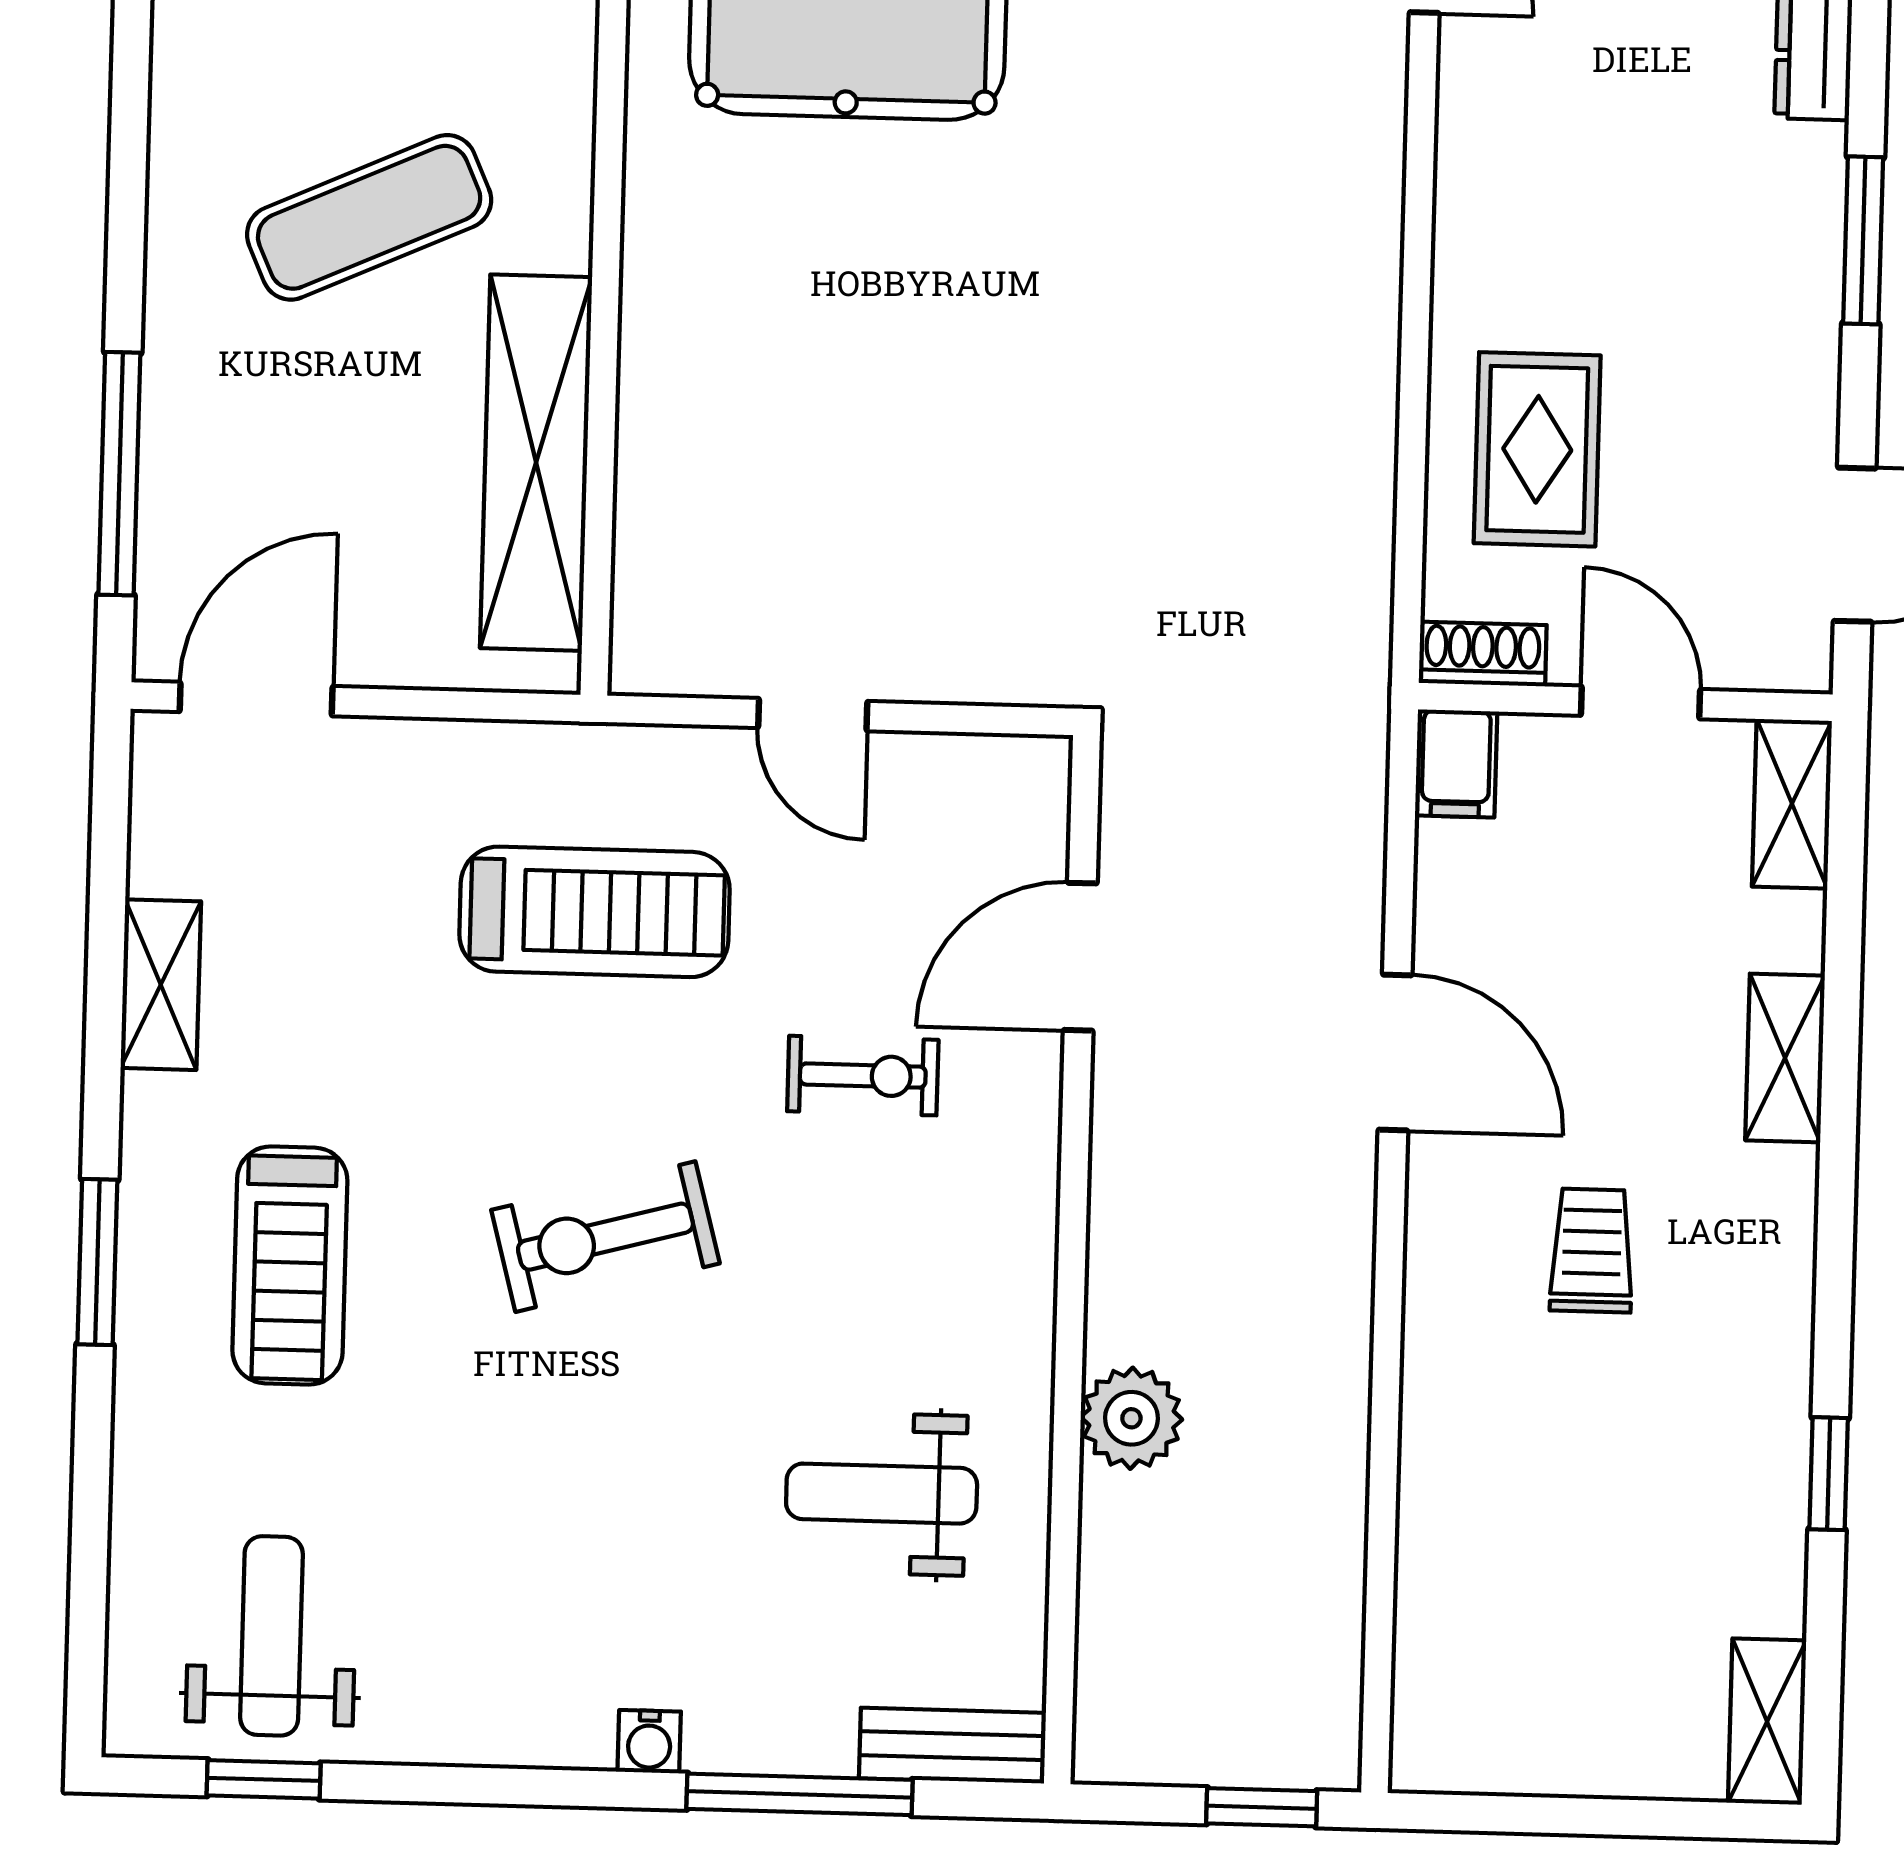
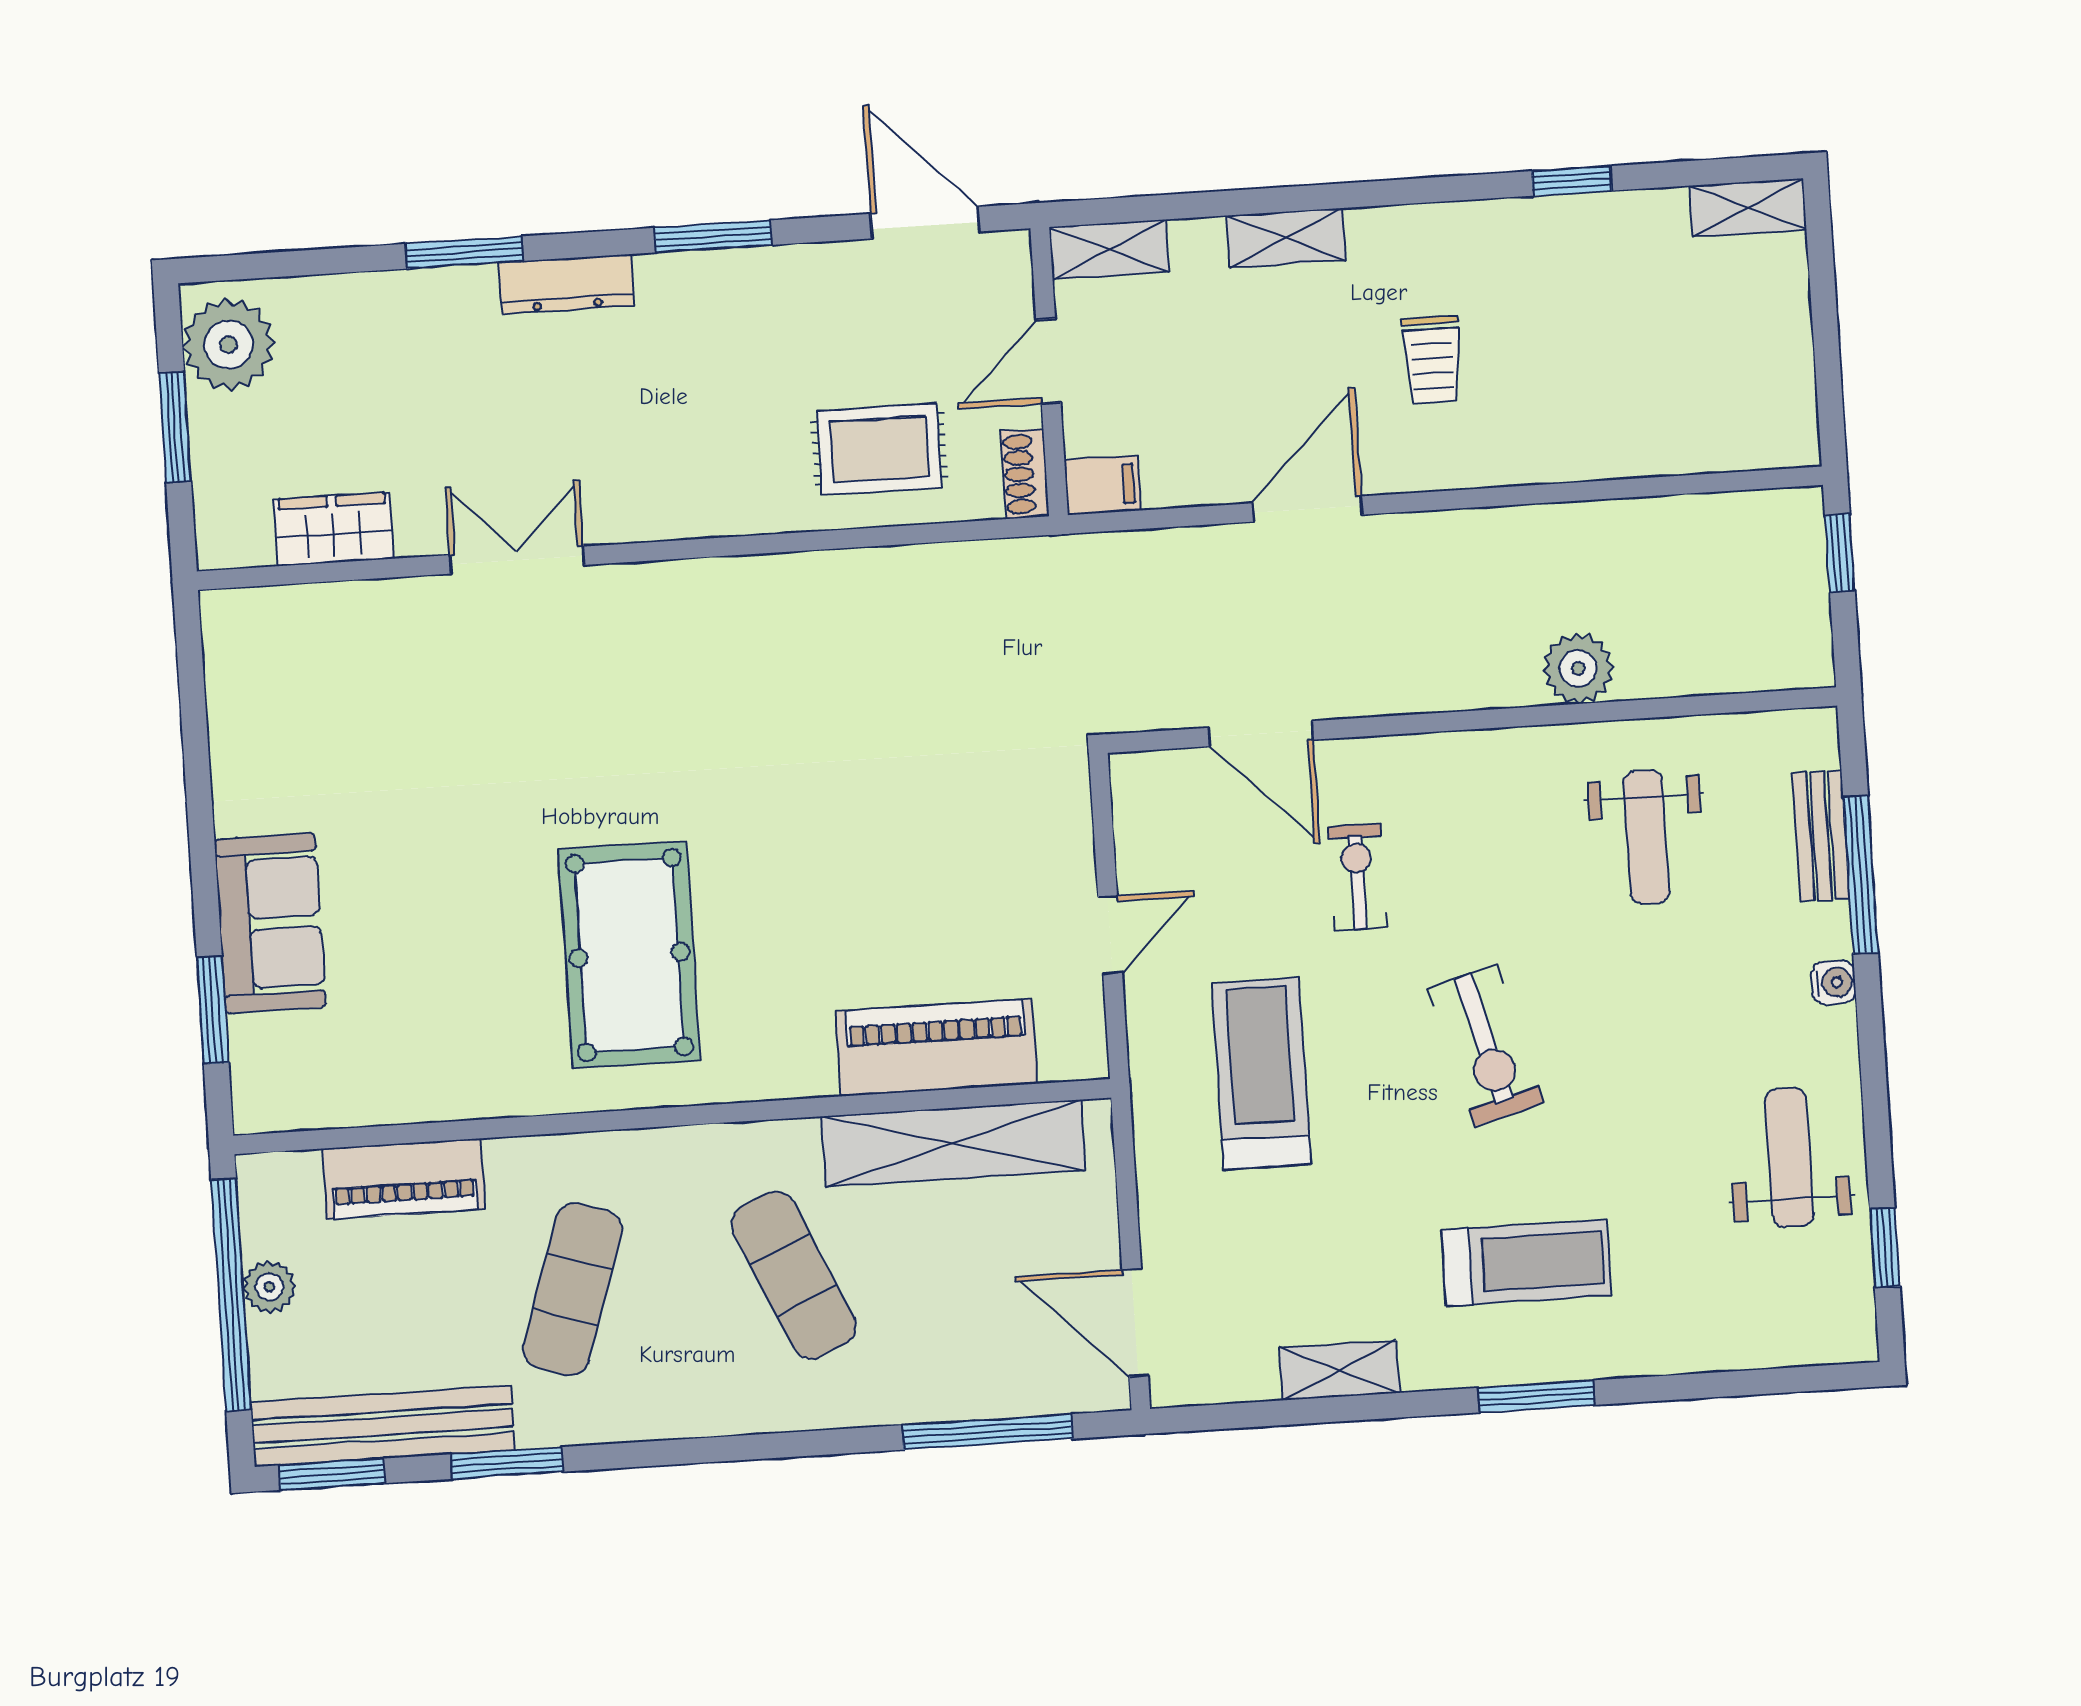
piano: (675, 452) -> (937, 1047), added
trolley: (1592, 1250) -> (1432, 360), turned -90
weight bench: (271, 1636) -> (1789, 1157), moved, turned 90
bench: (952, 1746) -> (1821, 836), moved

